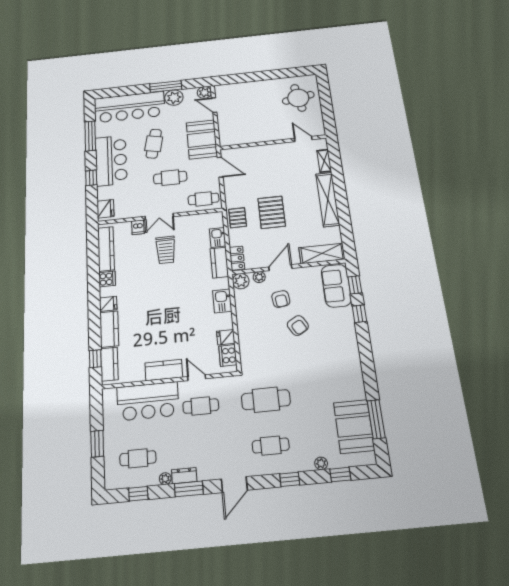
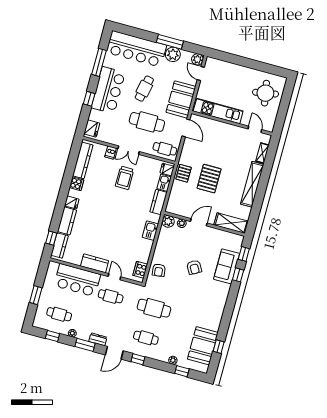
kitchen unit: (251, 136) -> (218, 111), added
cafe table: (170, 178) -> (147, 122), width x1.37, depth x1.35
locker: (237, 258) -> (172, 204), removed
sofa: (336, 286) -> (227, 266), moved
armchair: (281, 299) -> (159, 270), moved
fridge: (226, 337) -> (167, 170), moved
window: (376, 419) -> (219, 347), width x0.46
dresser: (184, 476) -> (98, 339), moved
window: (290, 479) -> (138, 359), moved

